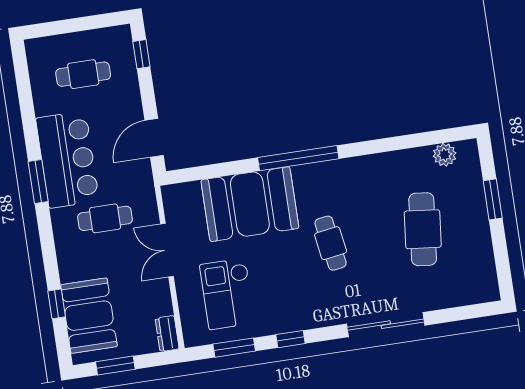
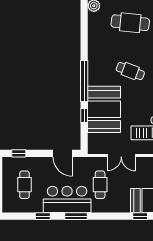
window: (29, 118) -> (43, 216), added
window: (233, 168) -> (84, 115), added
cafe table: (331, 243) -> (130, 71), turned 30

